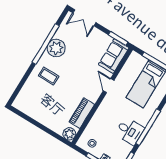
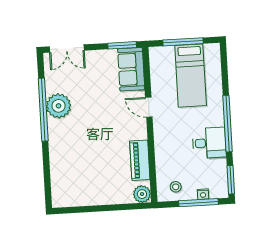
coffee table: (49, 76) -> (72, 144), removed

